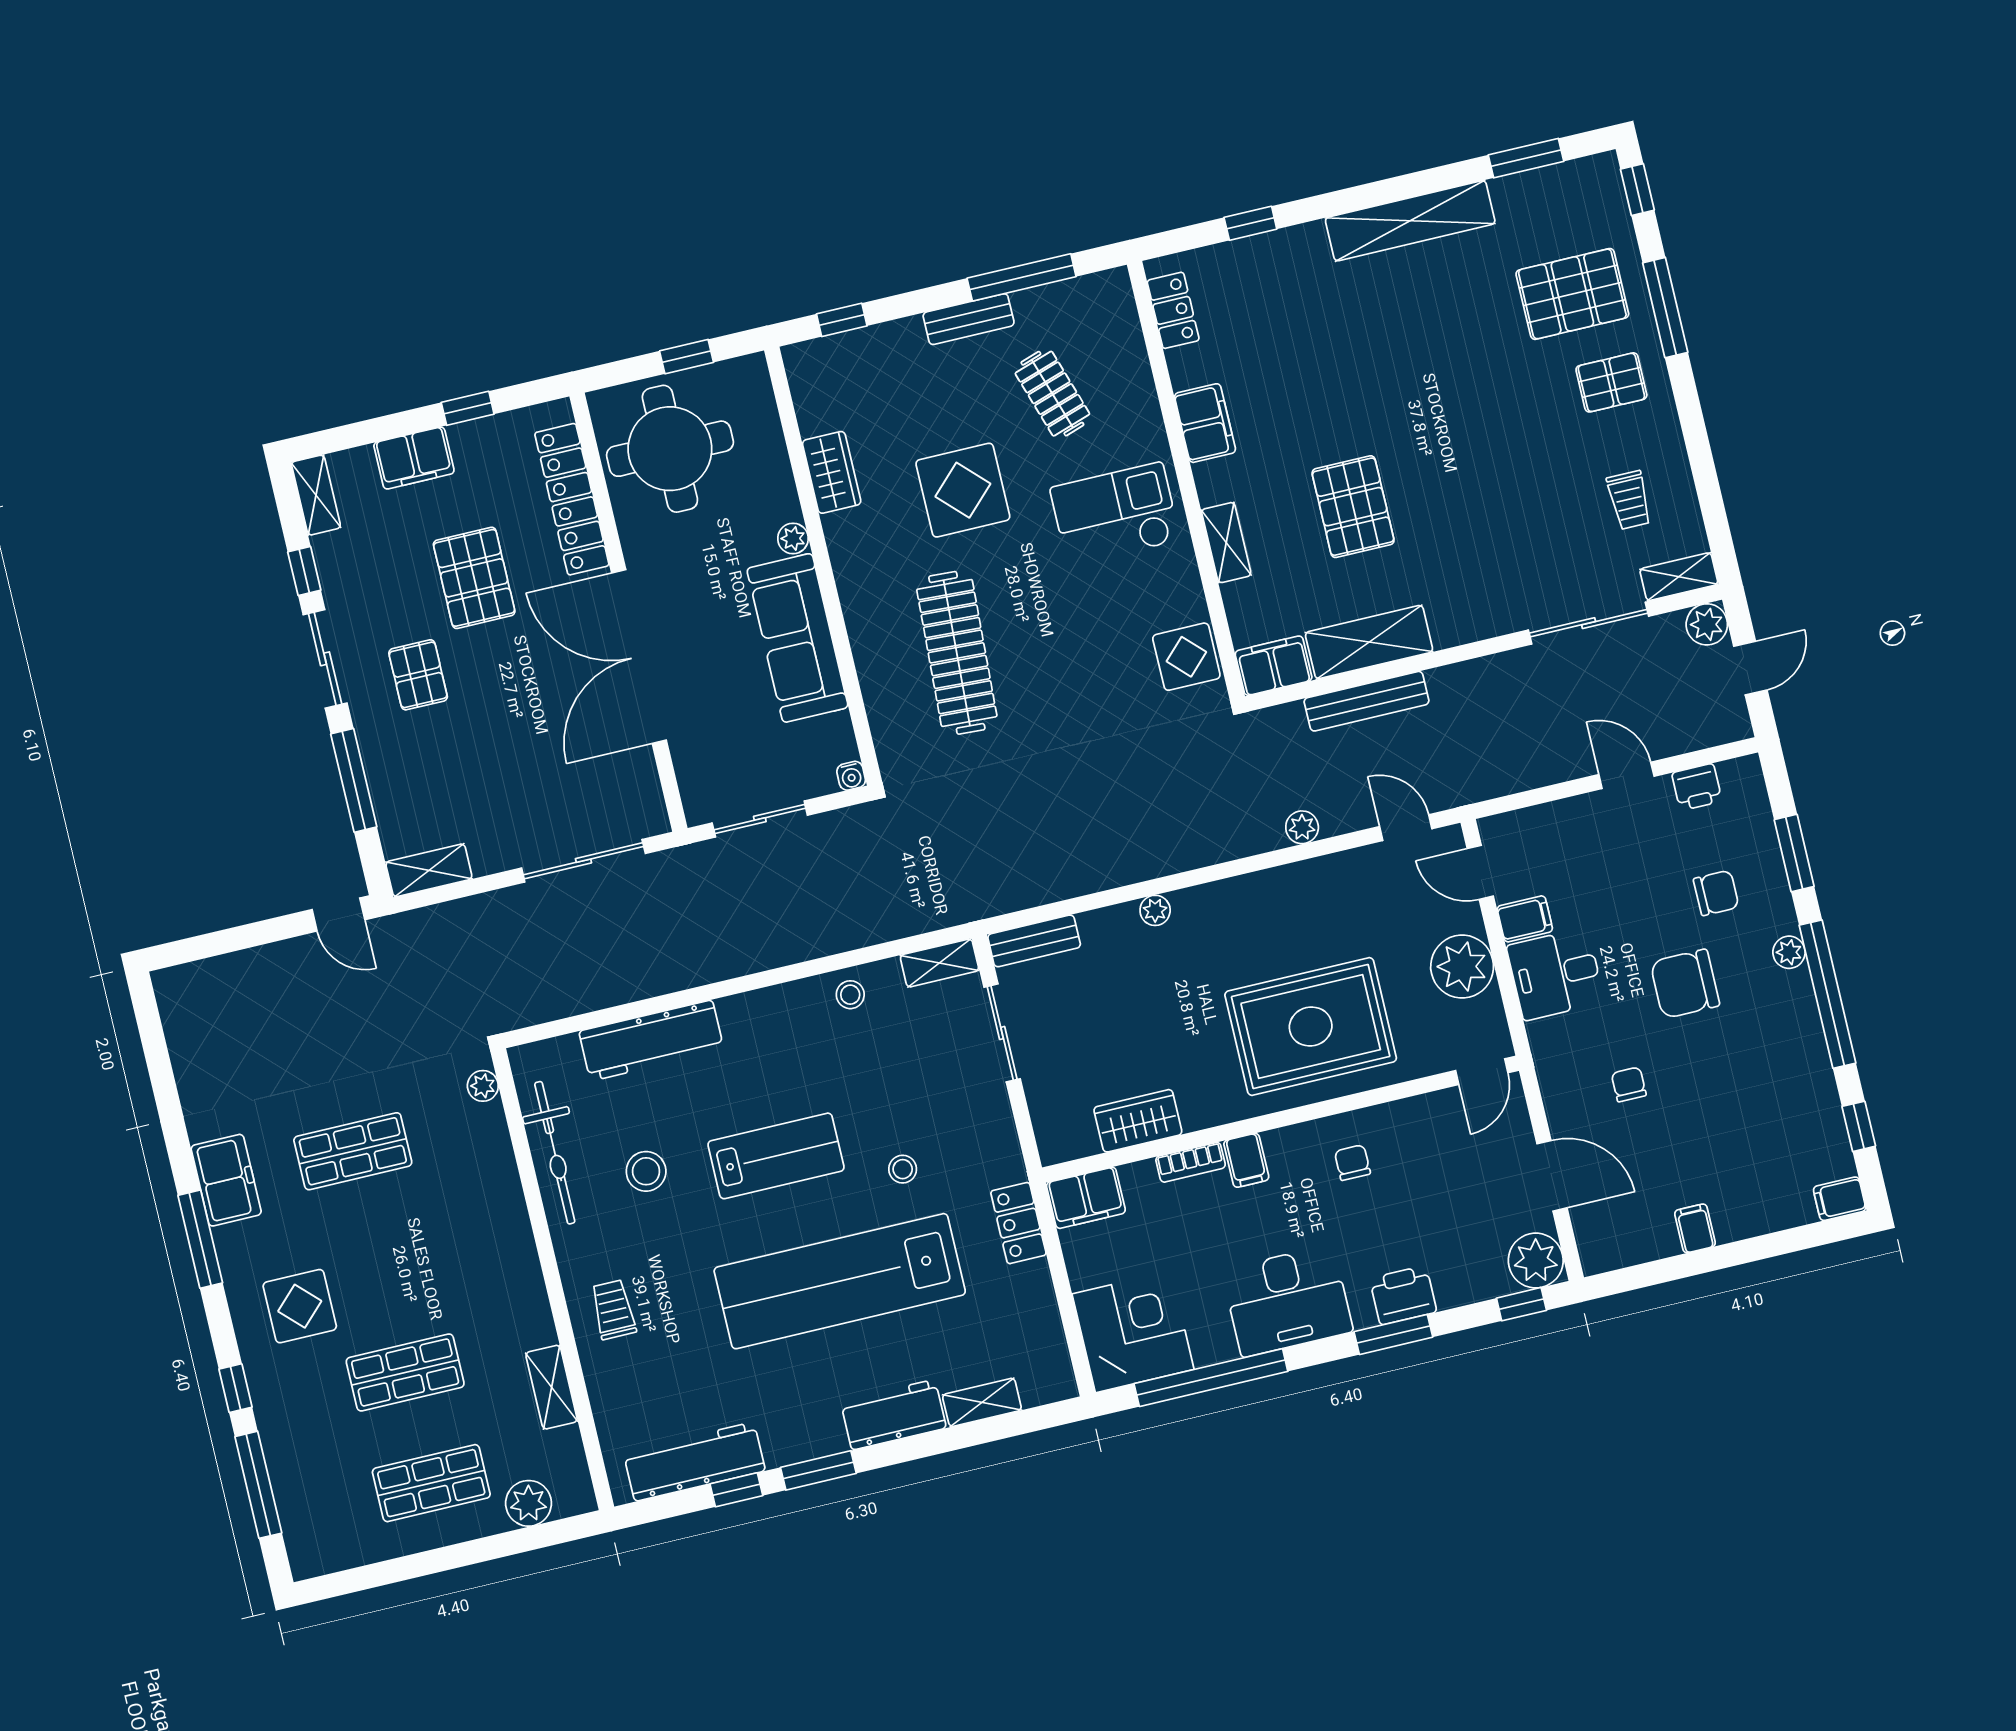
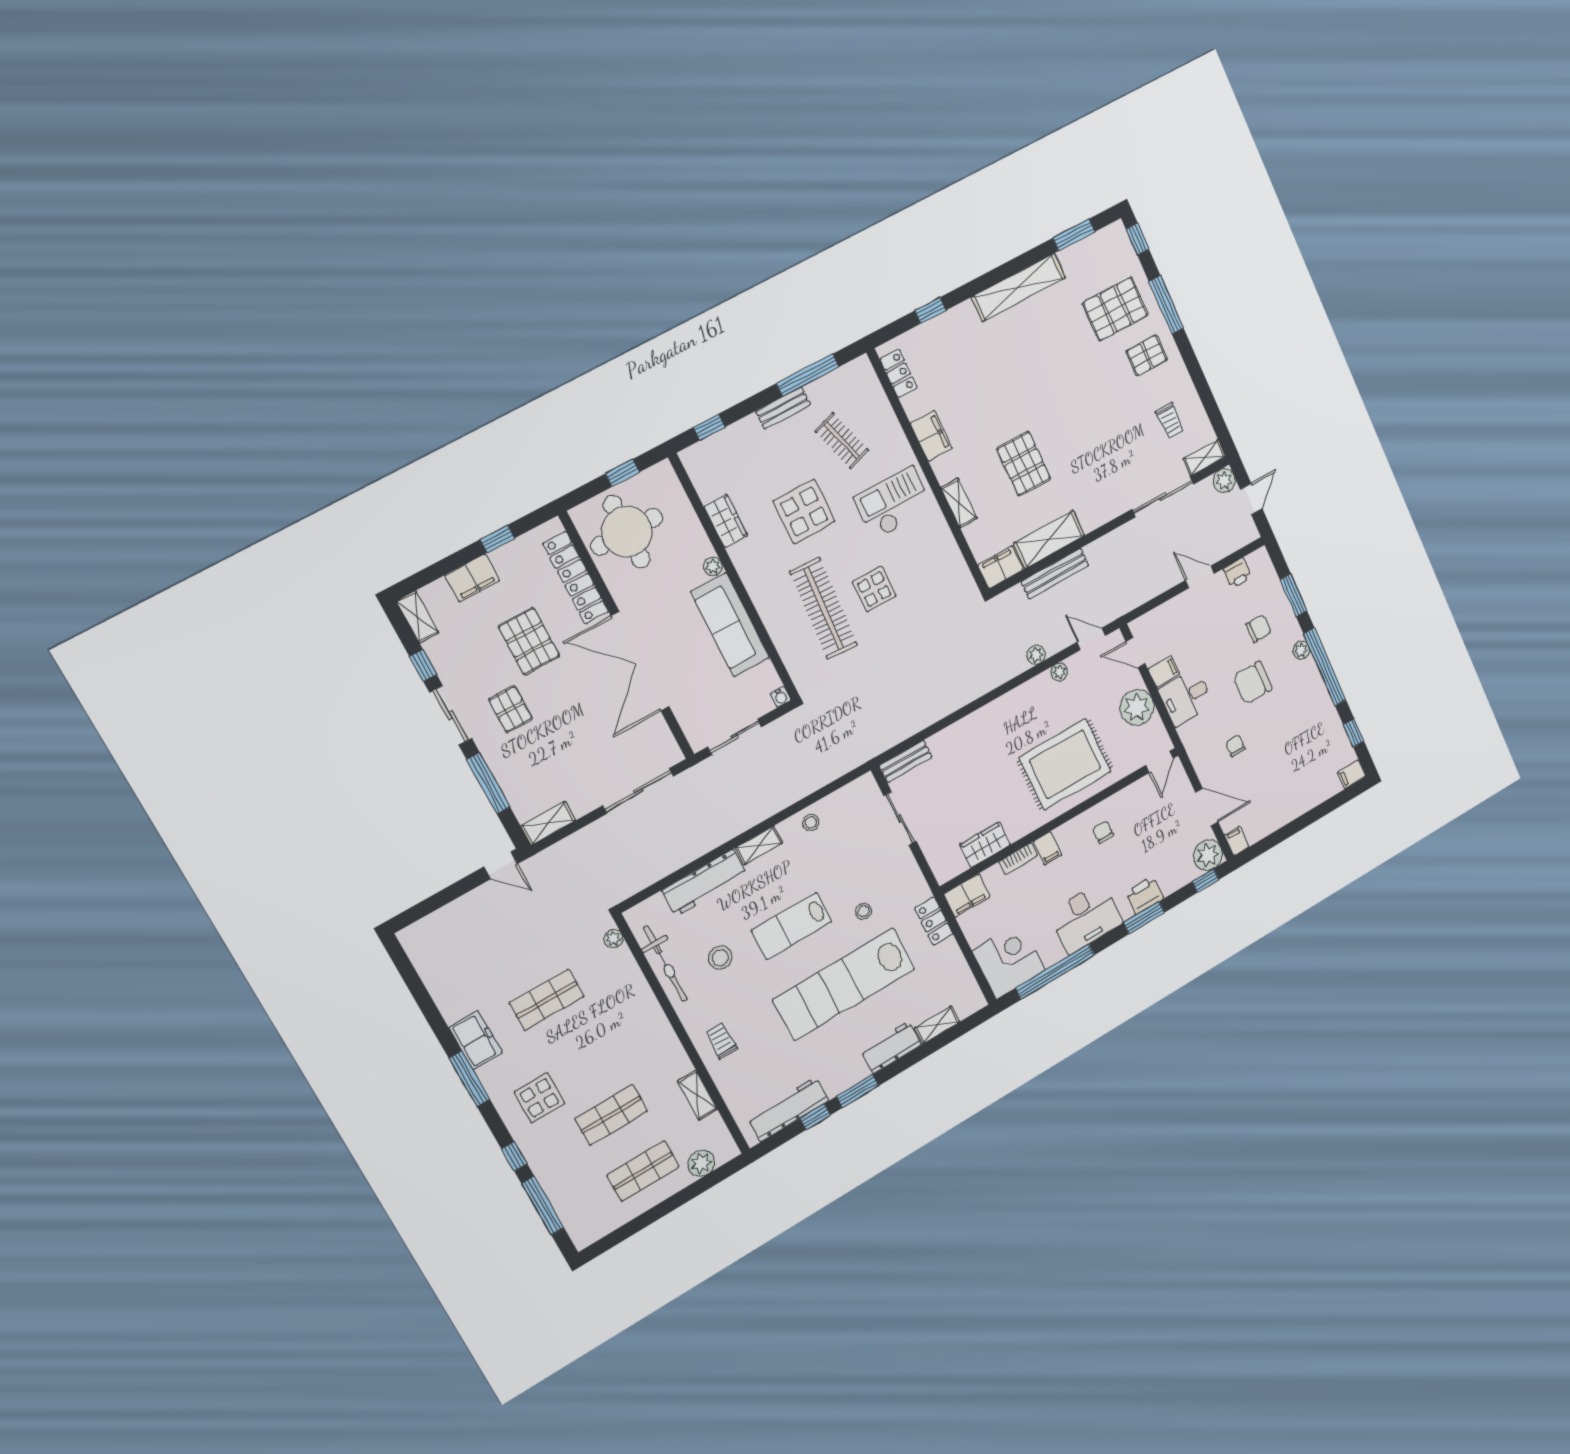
display table: (1186, 657) -> (874, 589), moved
plant: (1155, 910) -> (1059, 672), moved
shelving: (939, 963) -> (759, 845), moved
lab bench: (776, 1156) -> (791, 926), turned 180
filing cabinet: (1695, 1228) -> (1237, 841), moved

